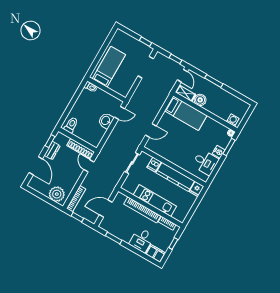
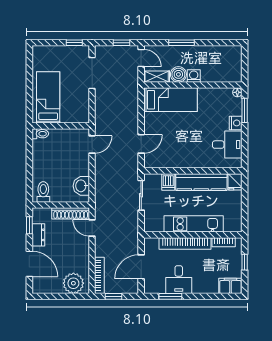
washing machine: (233, 120) -> (194, 76), moved
washbasin: (106, 121) -> (81, 186), moved
desk: (142, 240) -> (179, 280), moved

